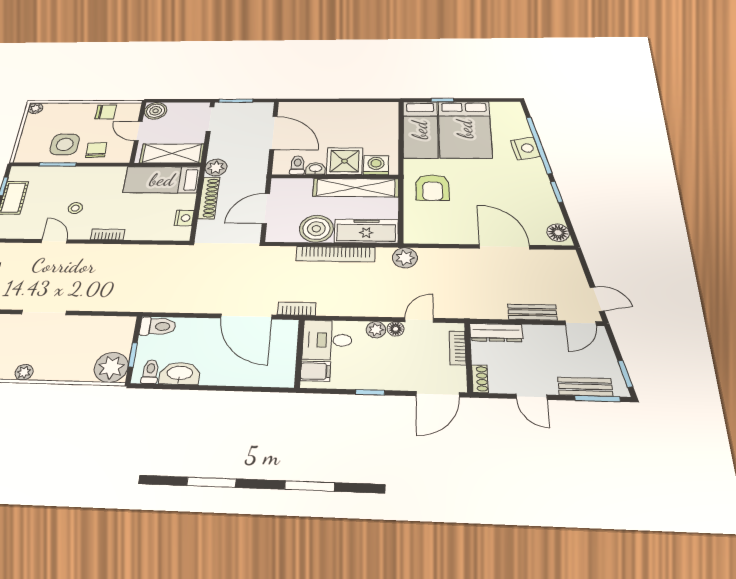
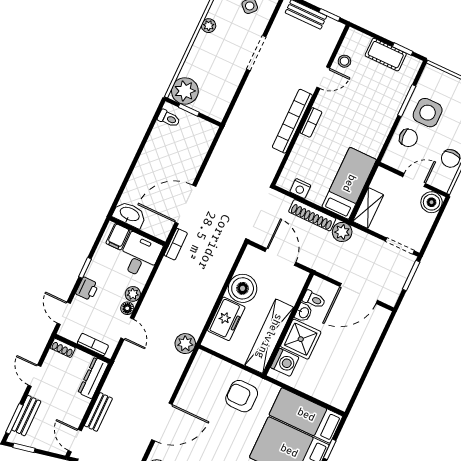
shelving: (172, 153) -> (368, 208), width x0.67, depth x0.75
stool: (75, 208) -> (344, 61), moved
freezer: (366, 231) -> (226, 319), width x0.71
bookcase: (336, 254) -> (292, 121), moved
toilet: (158, 326) -> (206, 136), removed
washbasin: (180, 373) -> (129, 214), moved, turned -90
printer: (394, 380) -> (87, 289), added
door: (438, 394) -> (64, 313), width x0.73
door: (532, 397) -> (34, 376), hinge flipped

